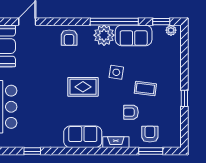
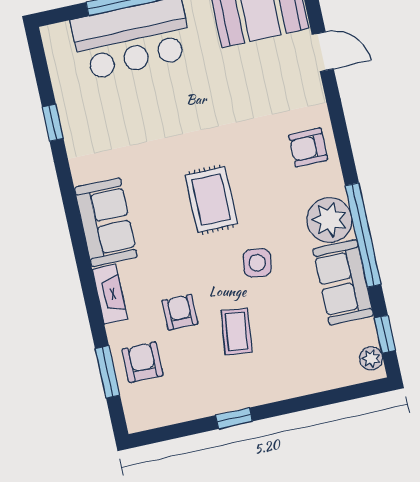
armchair: (150, 134) -> (143, 362), turned -90

